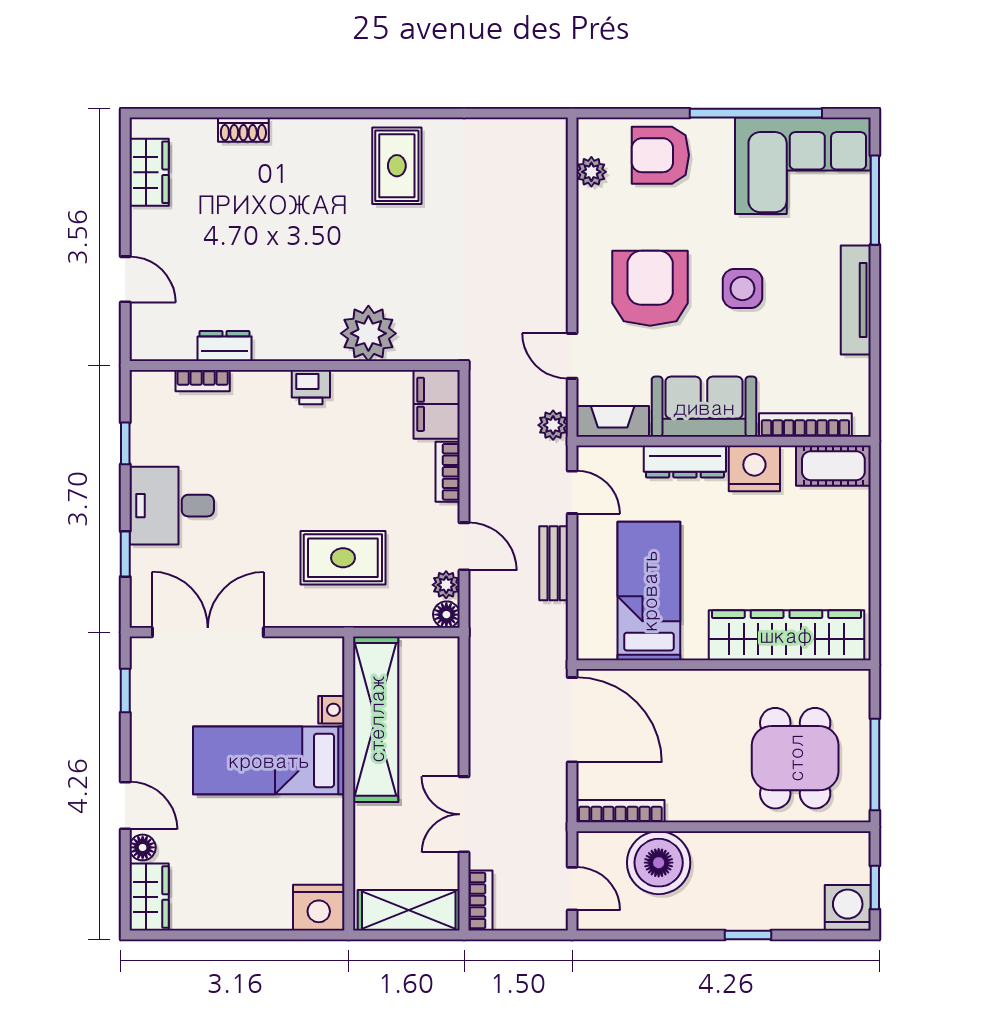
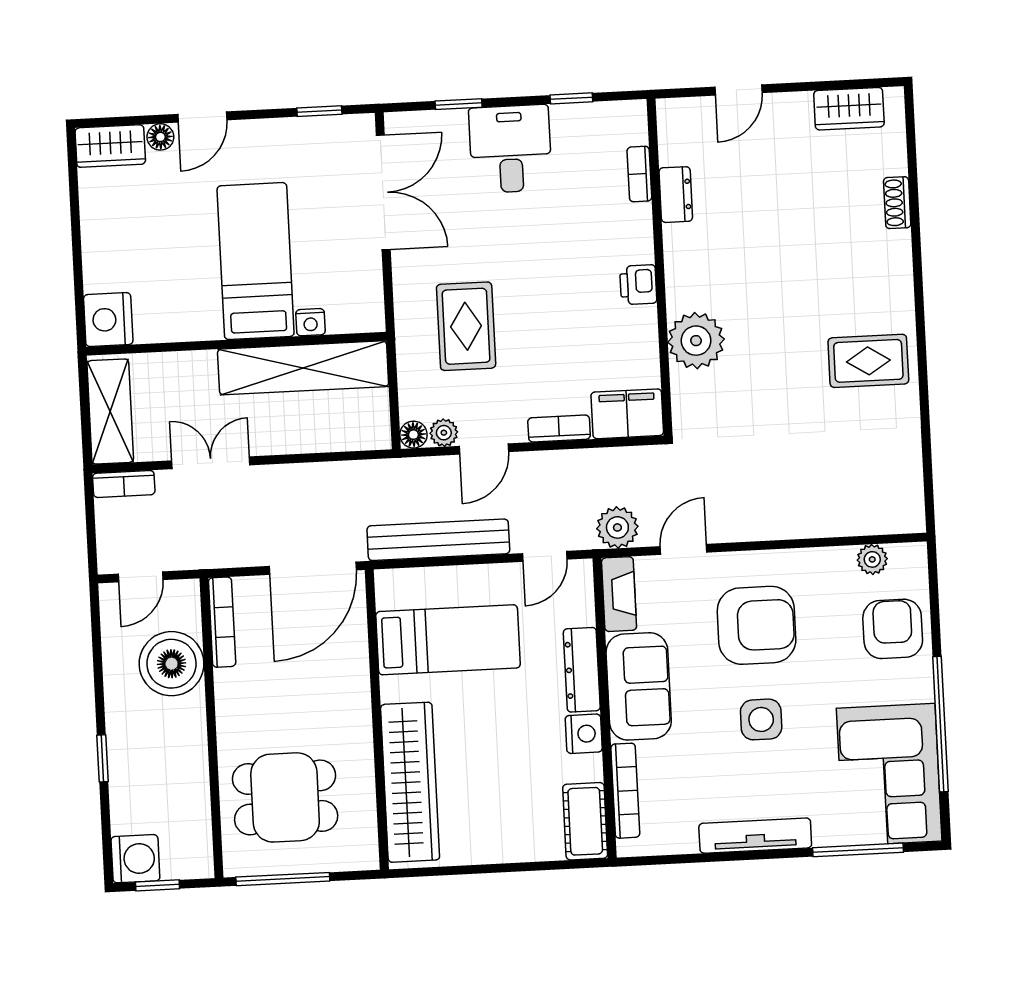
plant: (553, 425) -> (617, 527), width x1.38, depth x1.38
nightstand: (754, 468) -> (584, 734), width x0.74, depth x0.75
bench: (554, 563) -> (438, 540), width x1.86, depth x1.21

